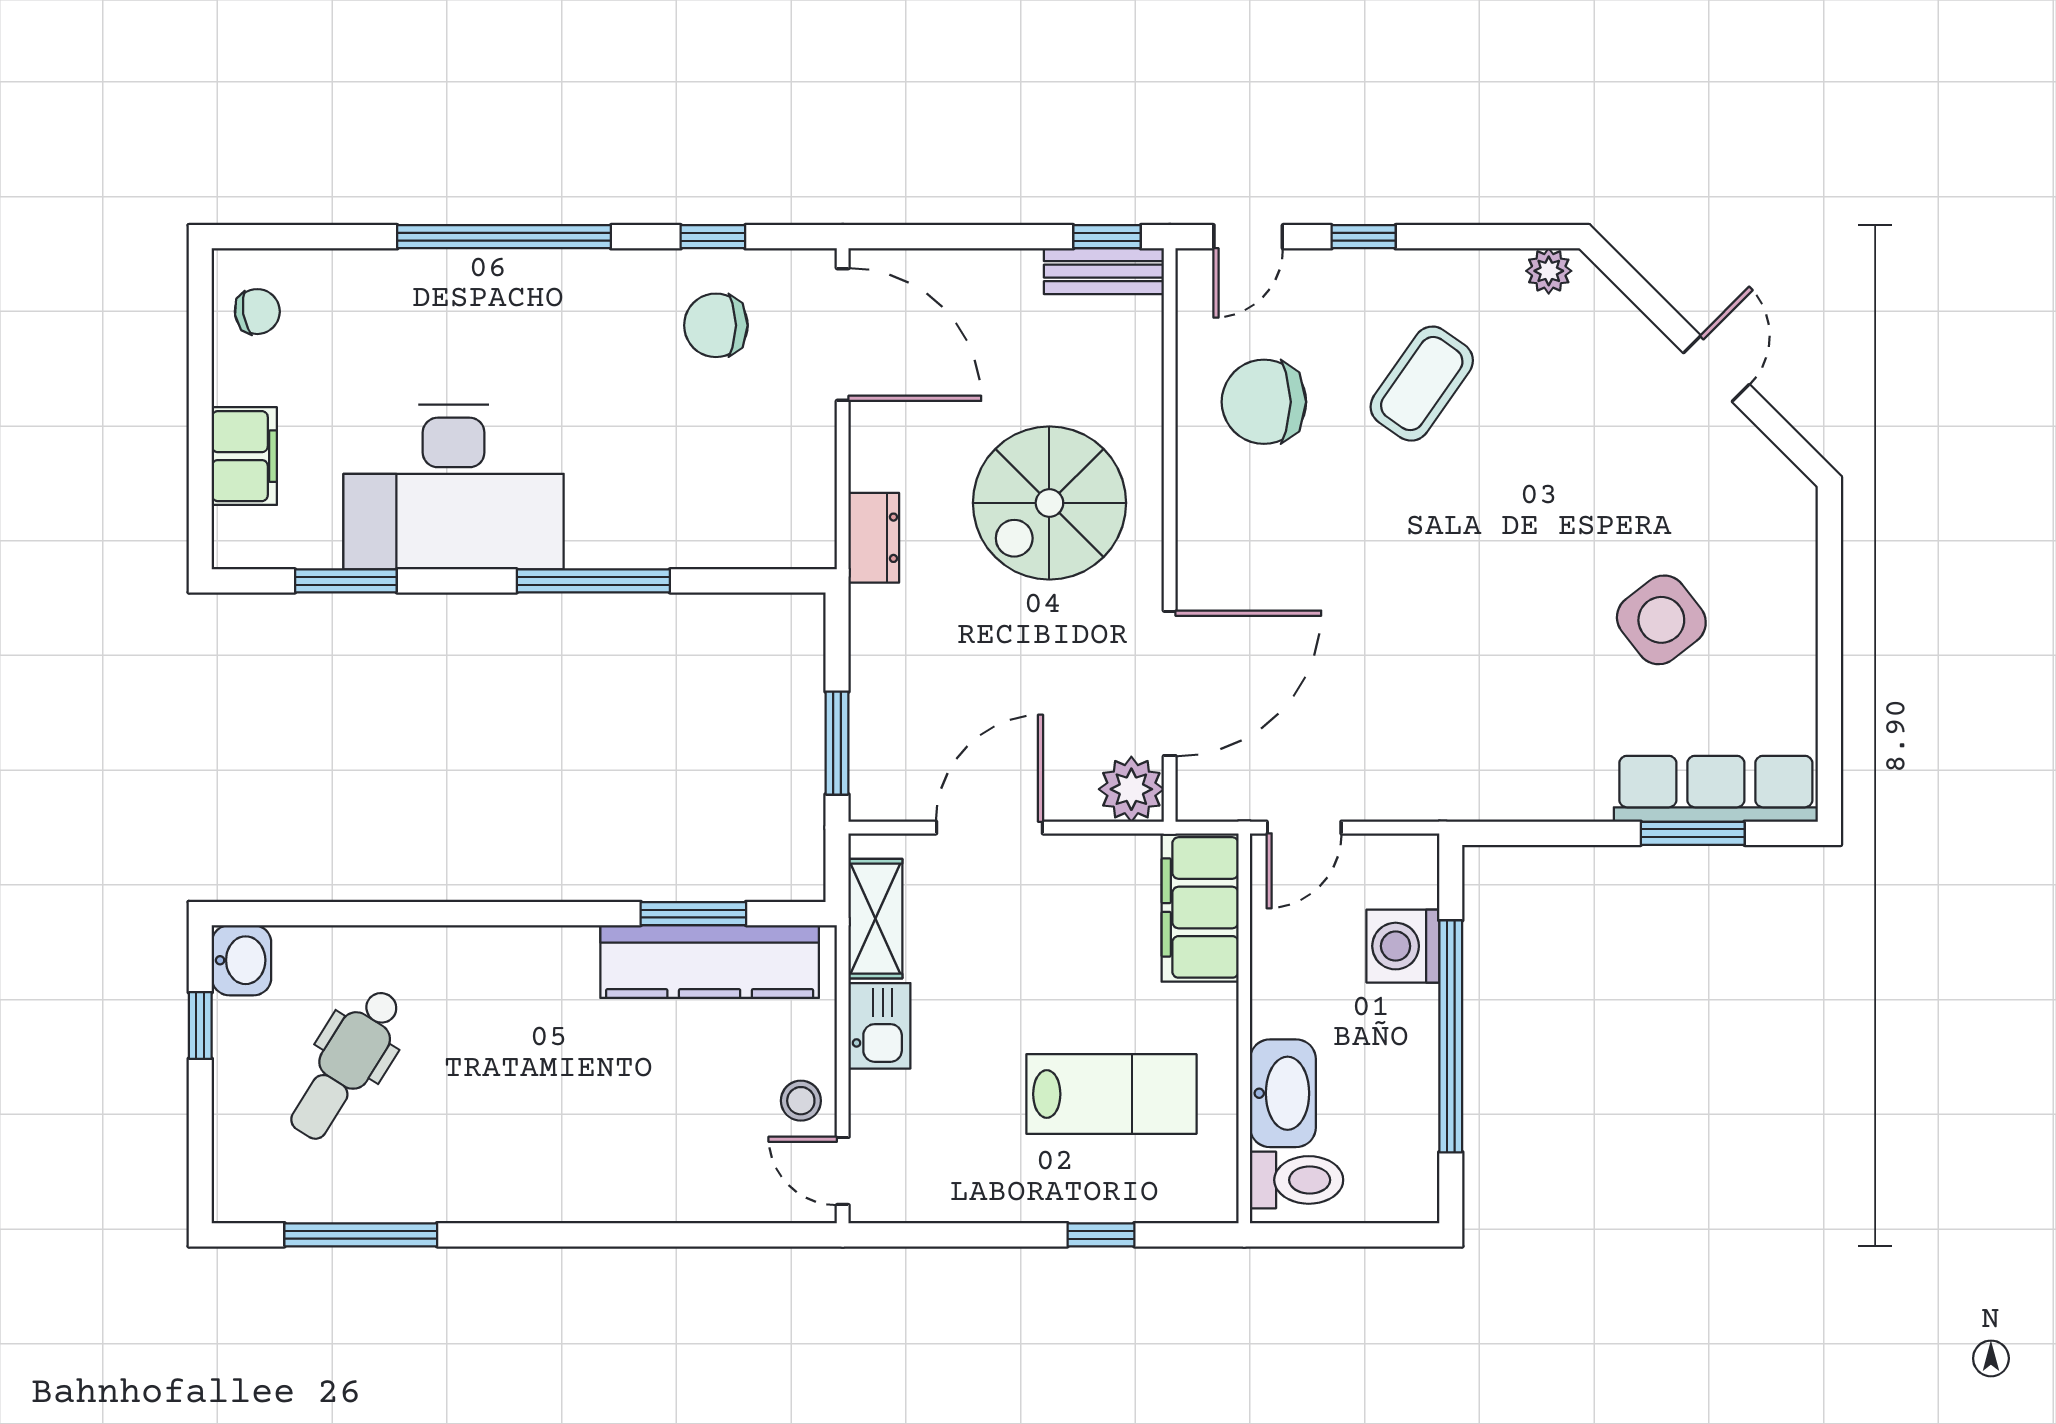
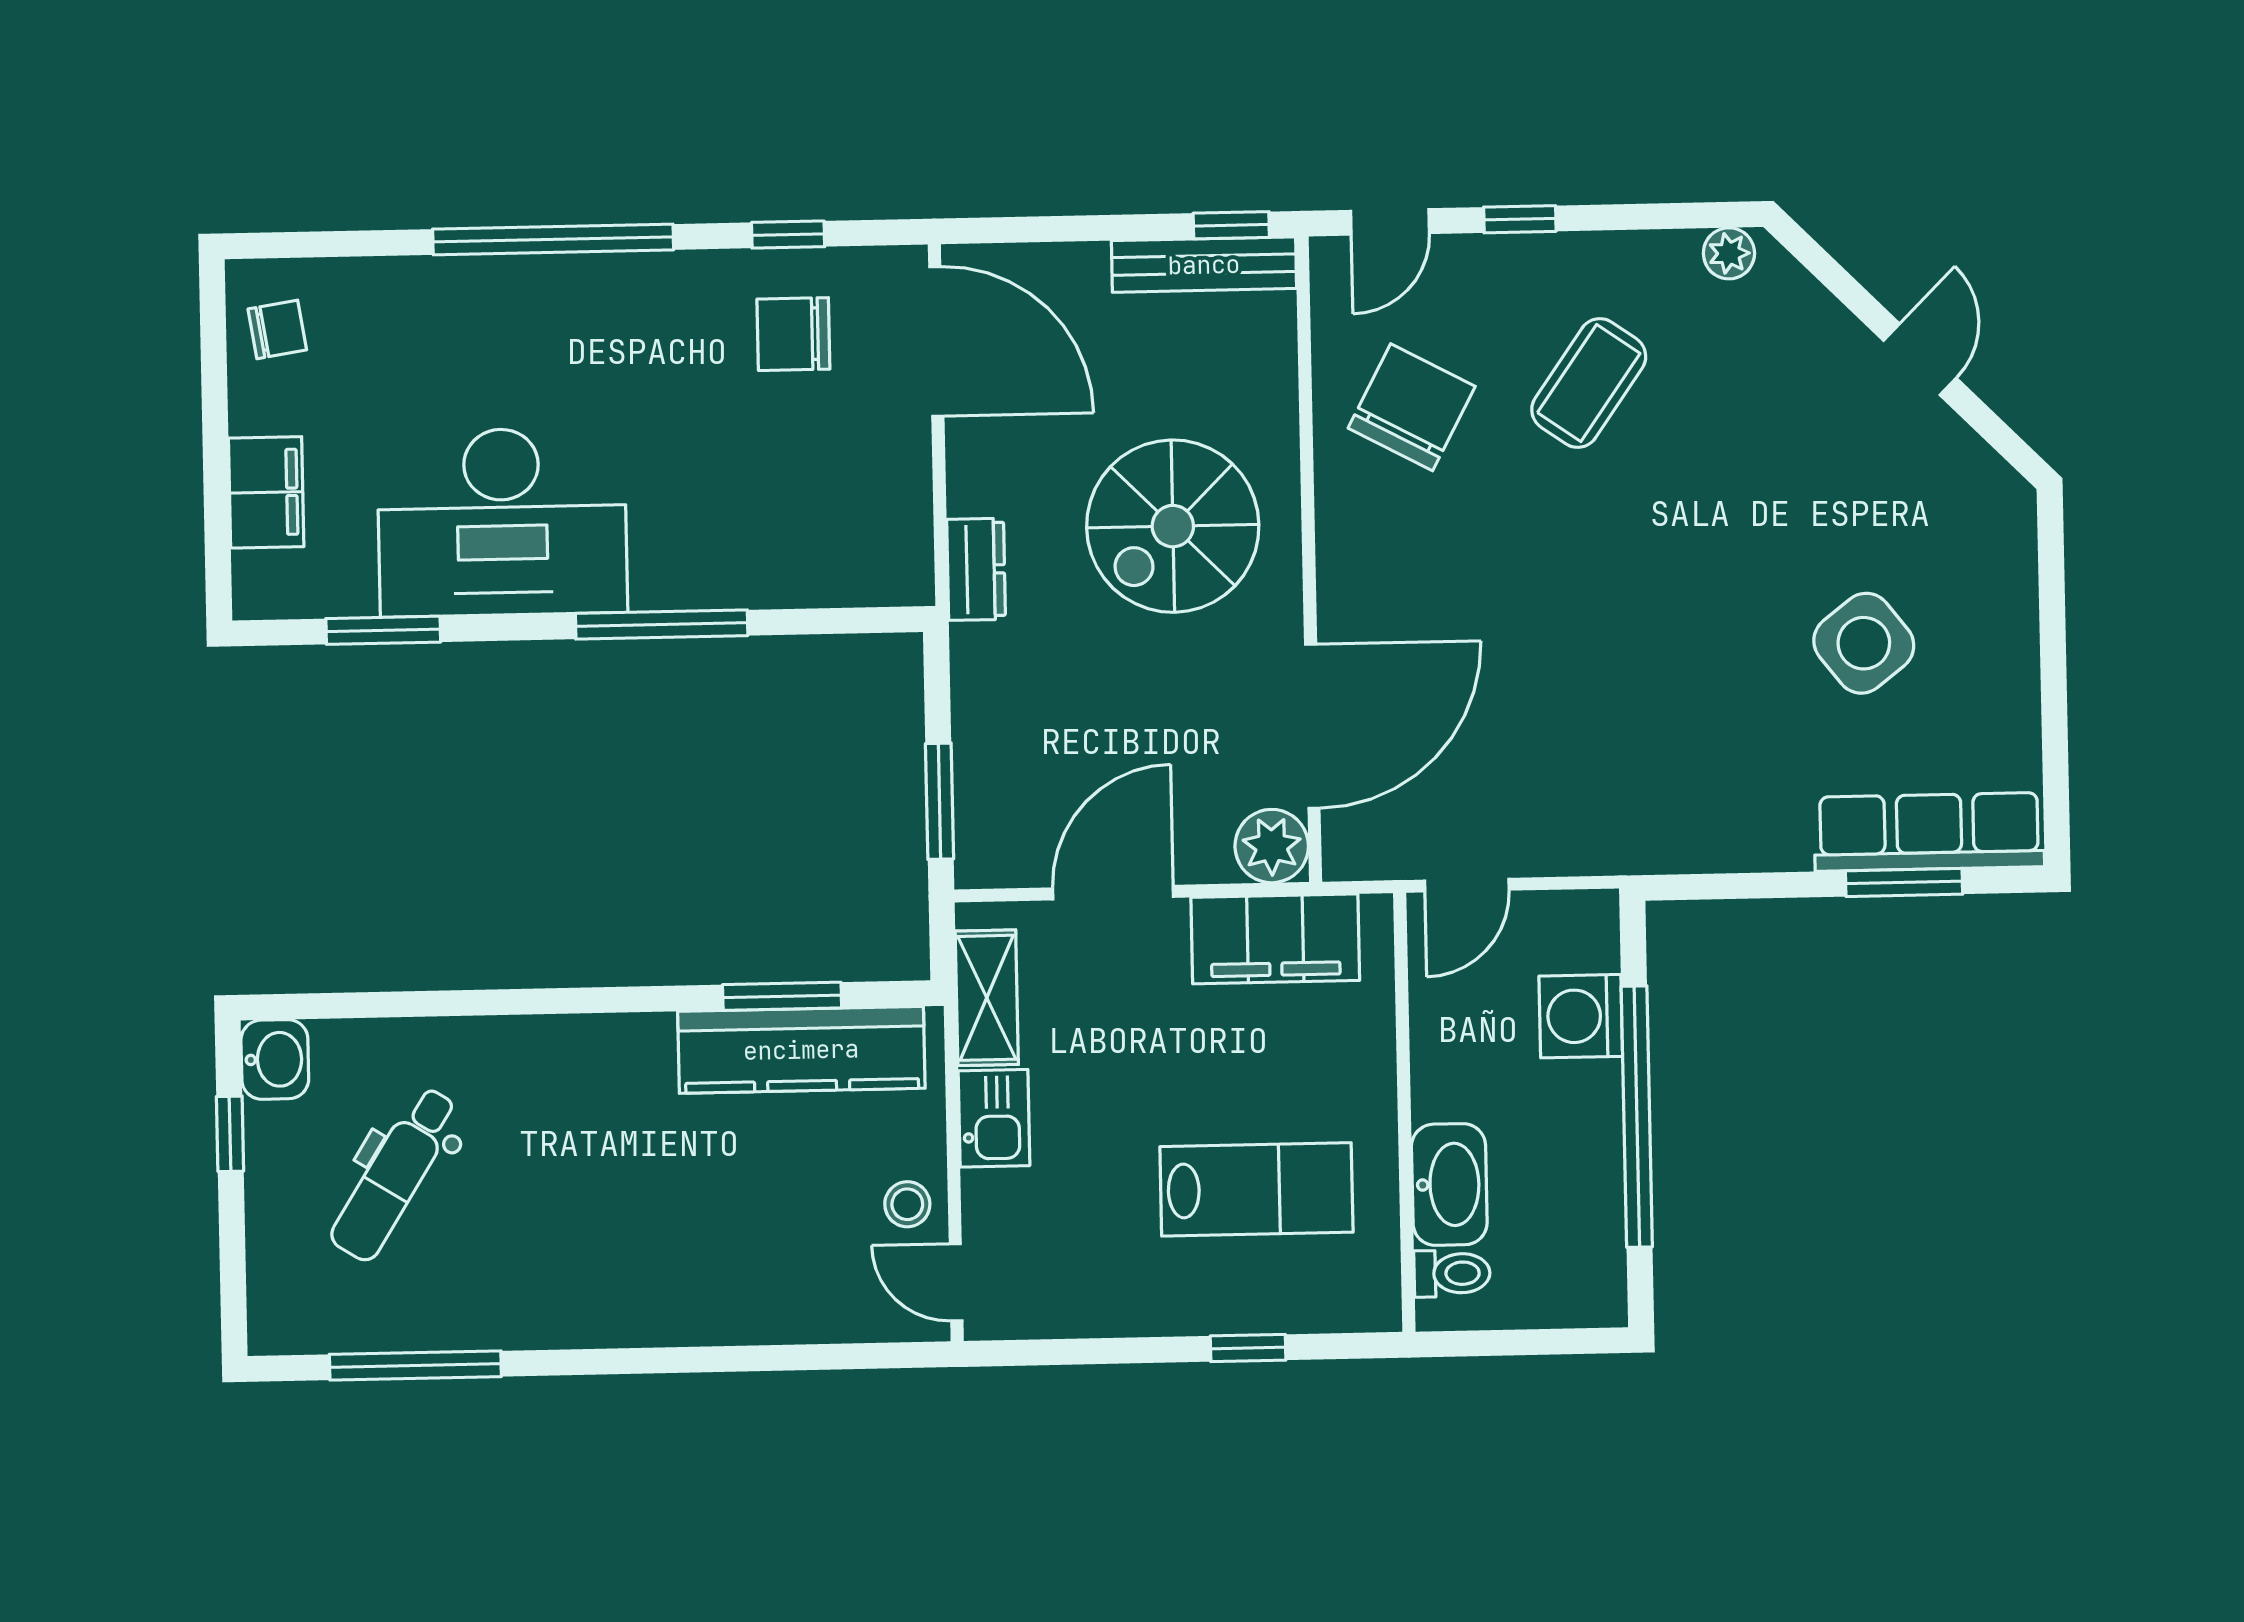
bench: (1104, 271) -> (1204, 265), width x1.36
chair: (1264, 402) -> (1412, 407), turned 118
filing cabinet: (1200, 907) -> (1275, 939), moved, turned -90
toilet: (1297, 1180) -> (1452, 1273), width x0.73, depth x0.72

